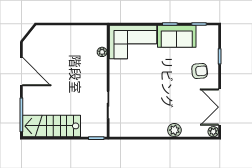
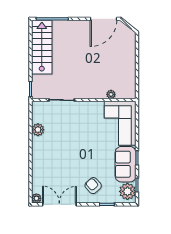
plant: (206, 34) -> (127, 191), added
armchair: (200, 71) -> (93, 186), turned 143
door: (21, 72) -> (103, 19), moved
plant: (174, 130) -> (38, 130), moved

